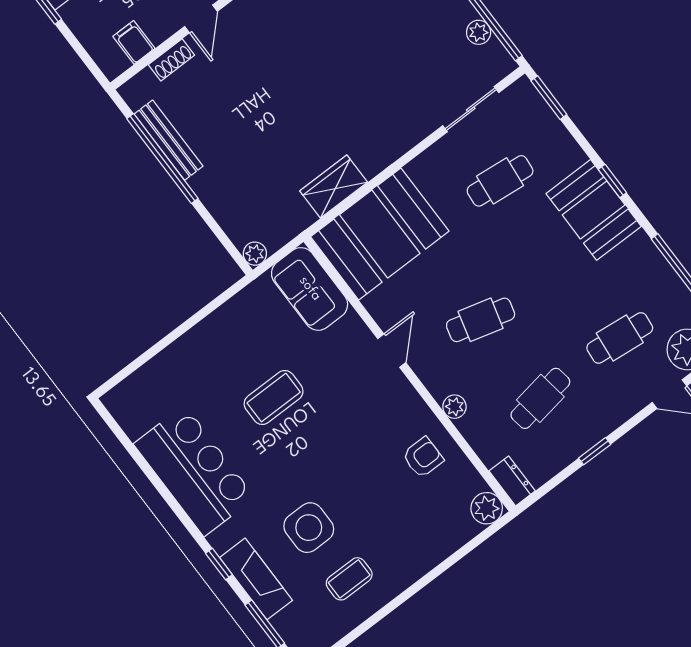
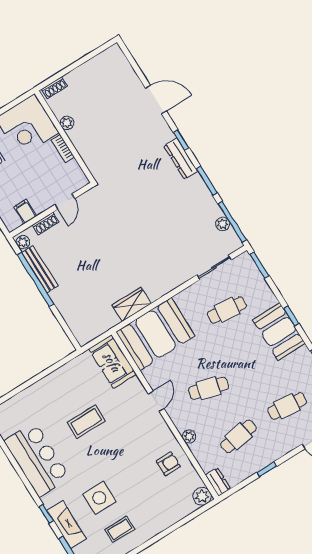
plant: (255, 254) -> (23, 242), moved

